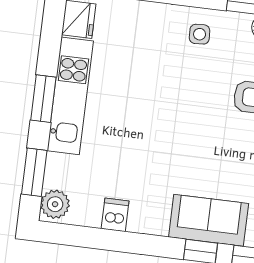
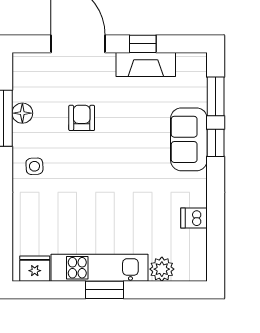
window: (34, 172) -> (167, 290), removed
plant: (55, 204) -> (162, 269), moved

